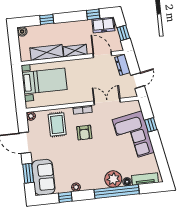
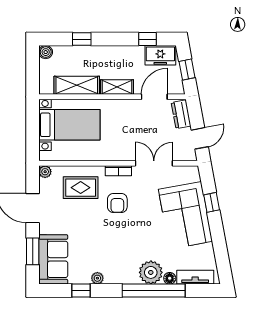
door: (102, 55) -> (154, 97), hinge flipped
rug: (57, 124) -> (81, 188), turned 90

